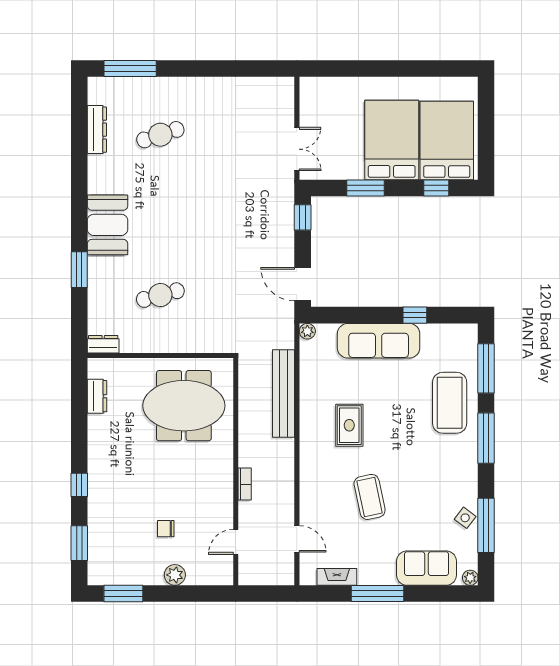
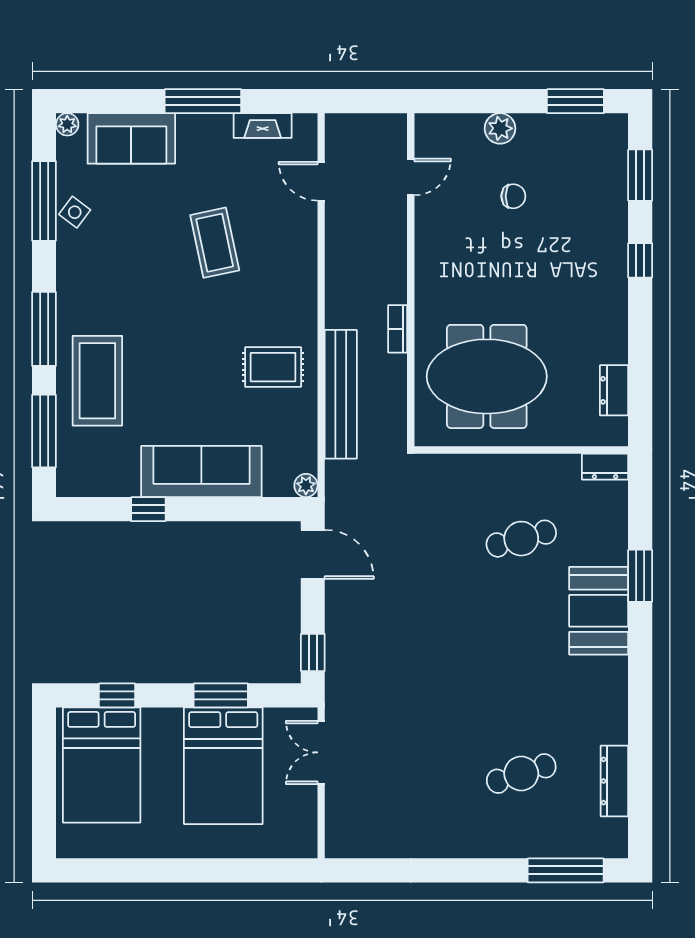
bed: (392, 140) -> (223, 766), moved
booth: (108, 225) -> (599, 611), moved
rug: (349, 425) -> (273, 367), moved, turned 90
bookcase: (245, 484) -> (398, 329), moved

